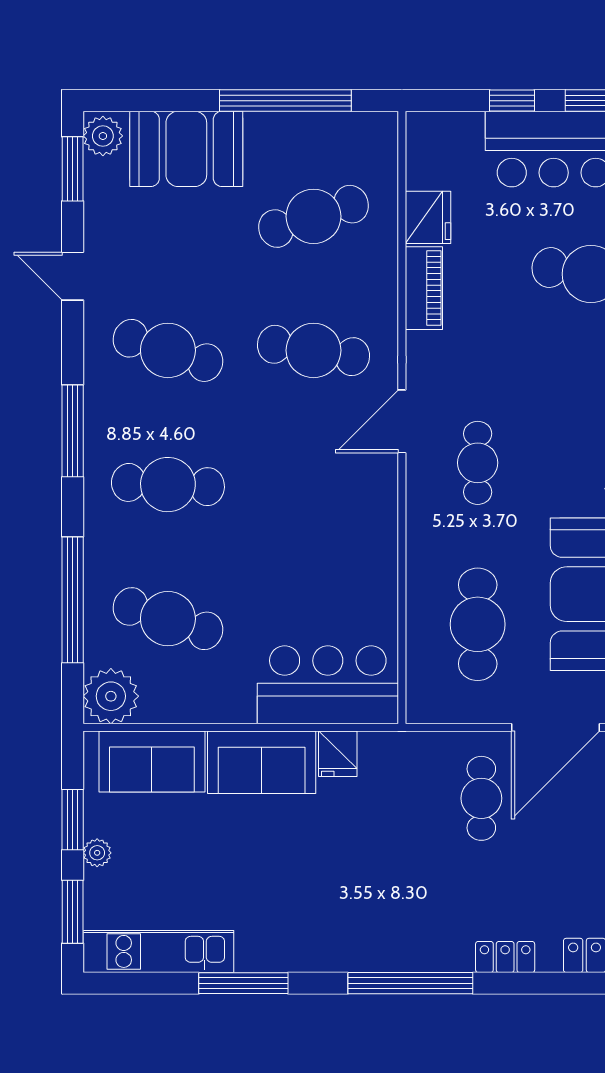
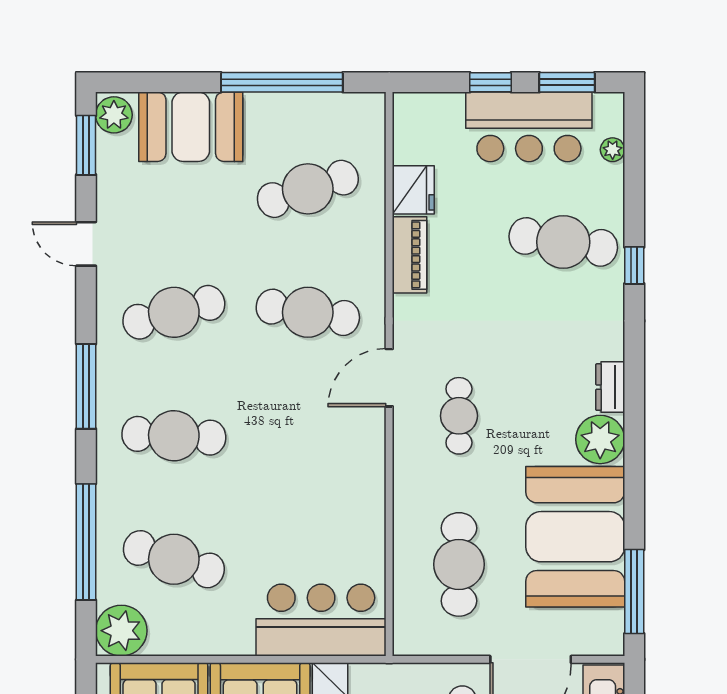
cafe table: (168, 350) -> (174, 312), turned -33

